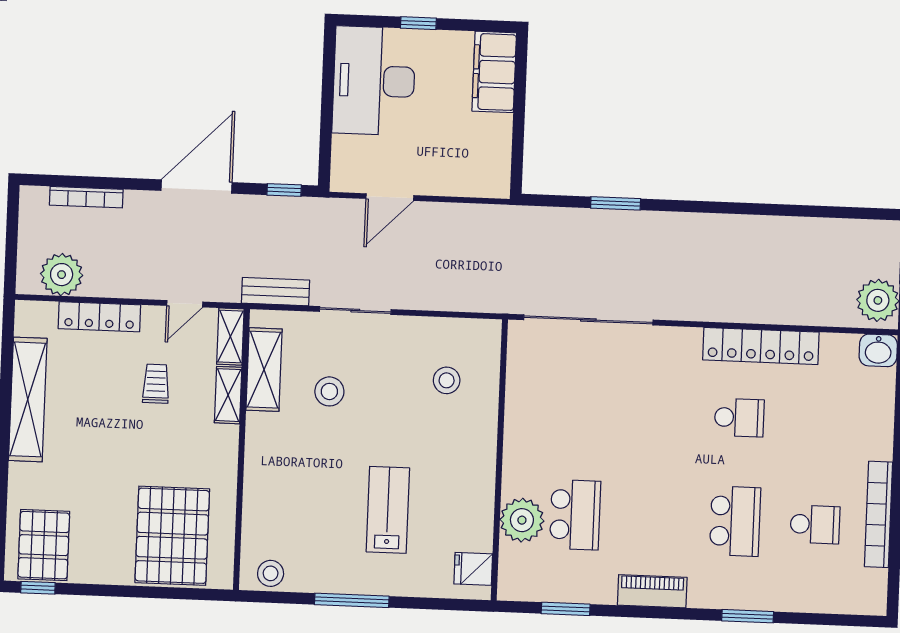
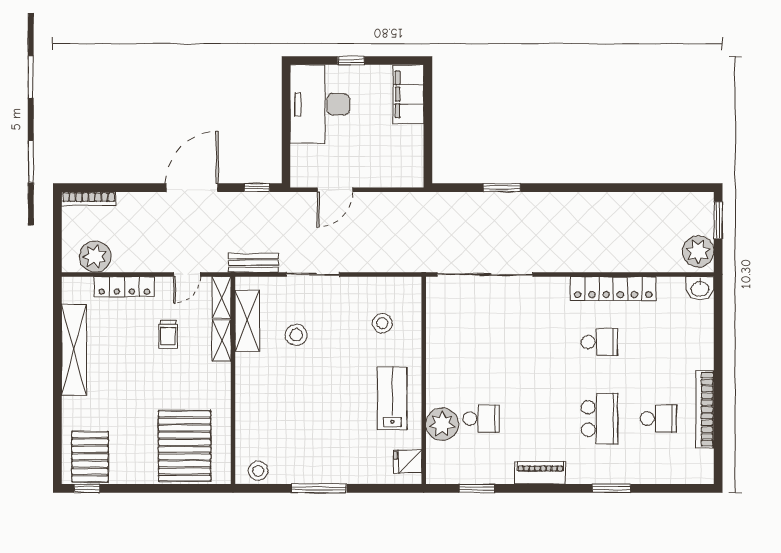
bookcase: (86, 197) -> (89, 199), moved
trolley: (156, 384) -> (168, 334), turned 180
lab bench: (388, 510) -> (392, 398), moved
school desk: (575, 515) -> (481, 419), width x0.54

